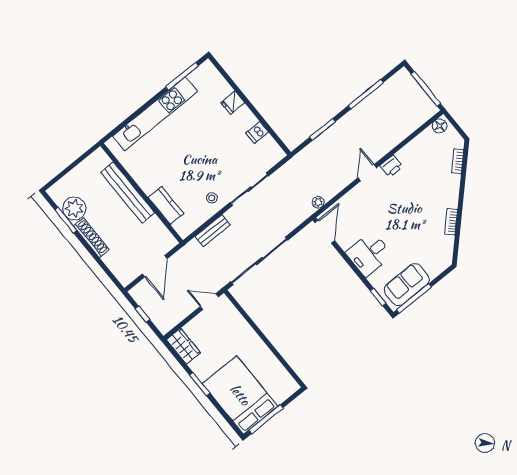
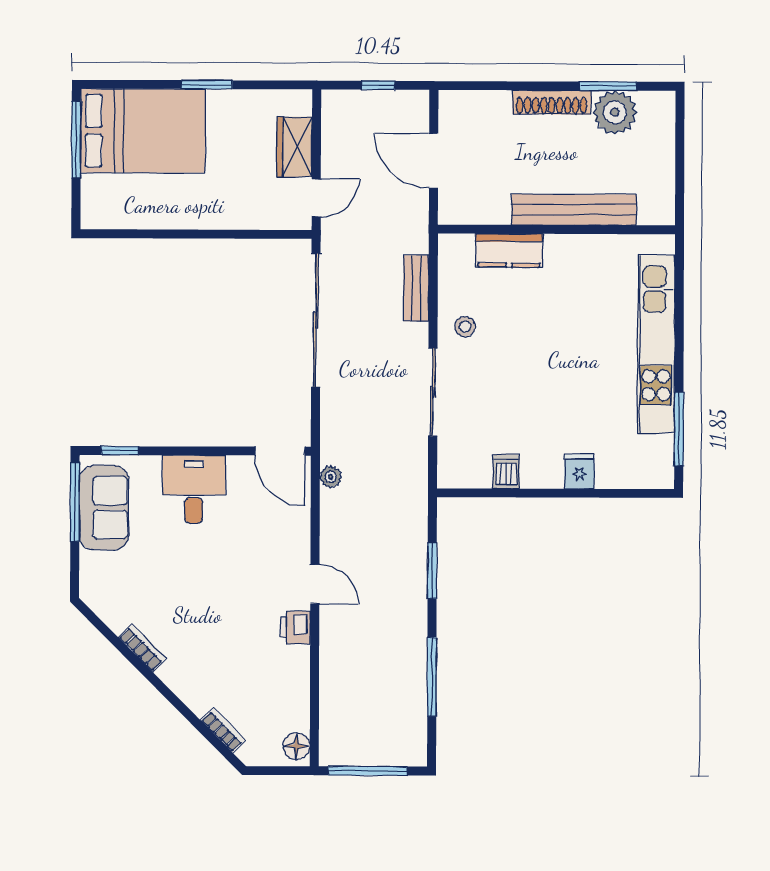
wardrobe: (183, 346) -> (295, 147), moved, turned 90

